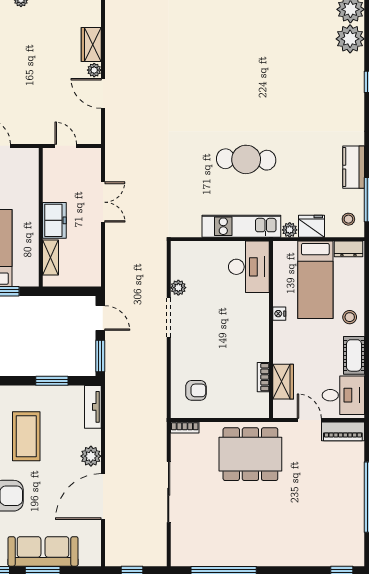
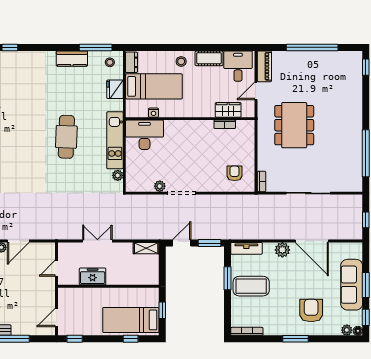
freezer: (54, 220) -> (93, 276), moved
plant: (290, 230) -> (118, 175), moved
shelving: (51, 257) -> (146, 248), moved
nightstand: (279, 314) -> (154, 113), moved
coffee table: (26, 436) -> (251, 286), moved
dining table: (250, 454) -> (294, 125), moved

